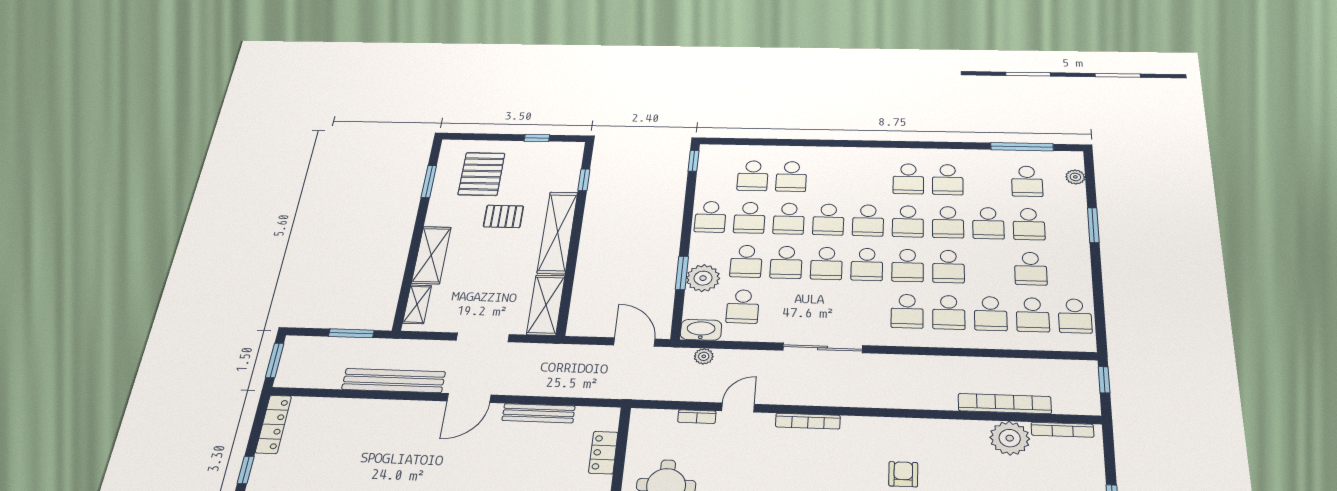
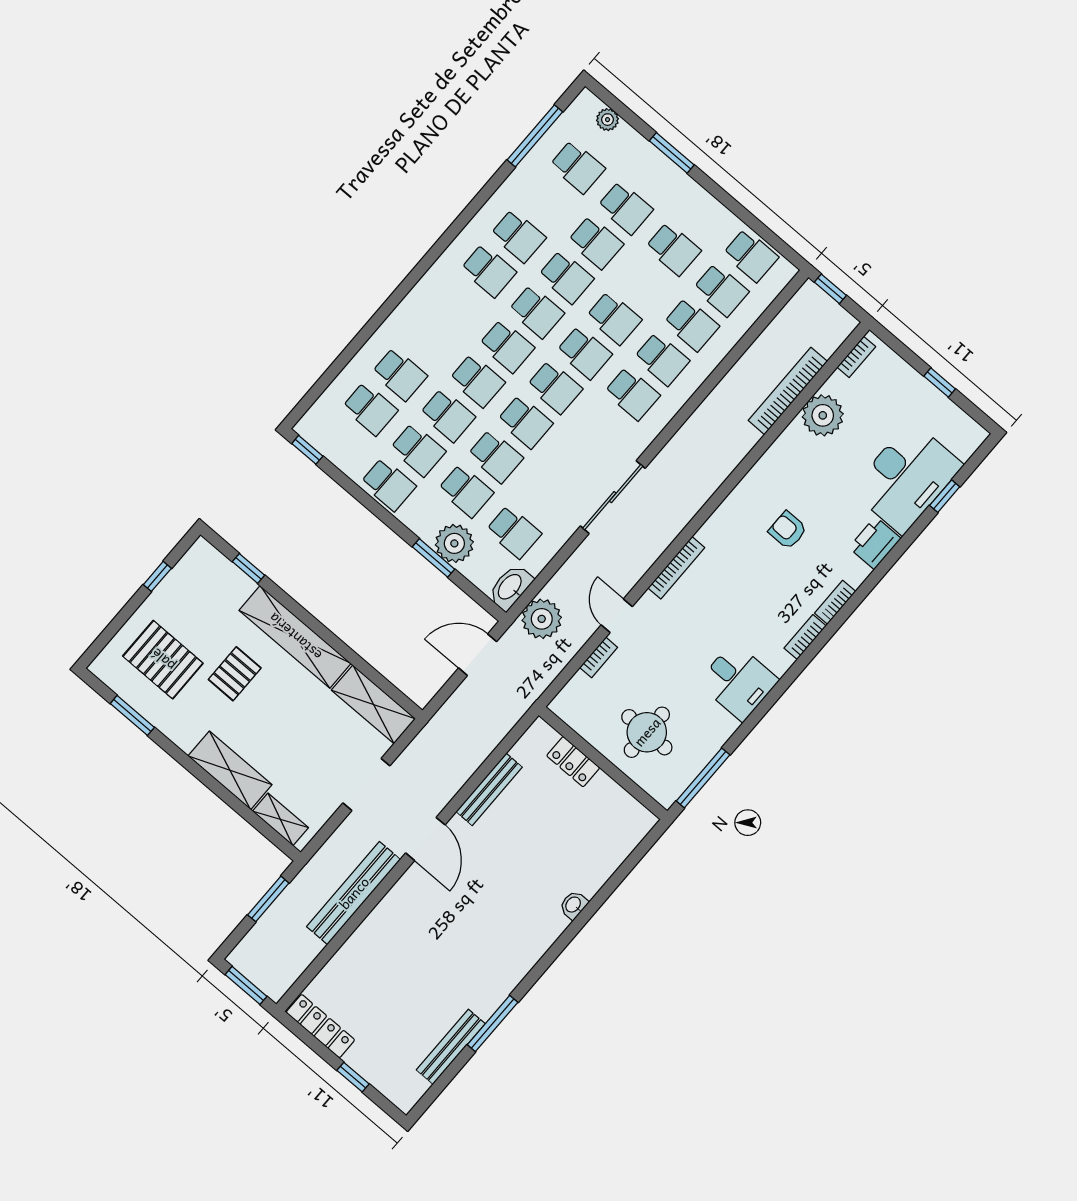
plant: (704, 356) -> (542, 619), width x1.88, depth x1.88
bookcase: (1062, 430) -> (856, 357), width x0.64

